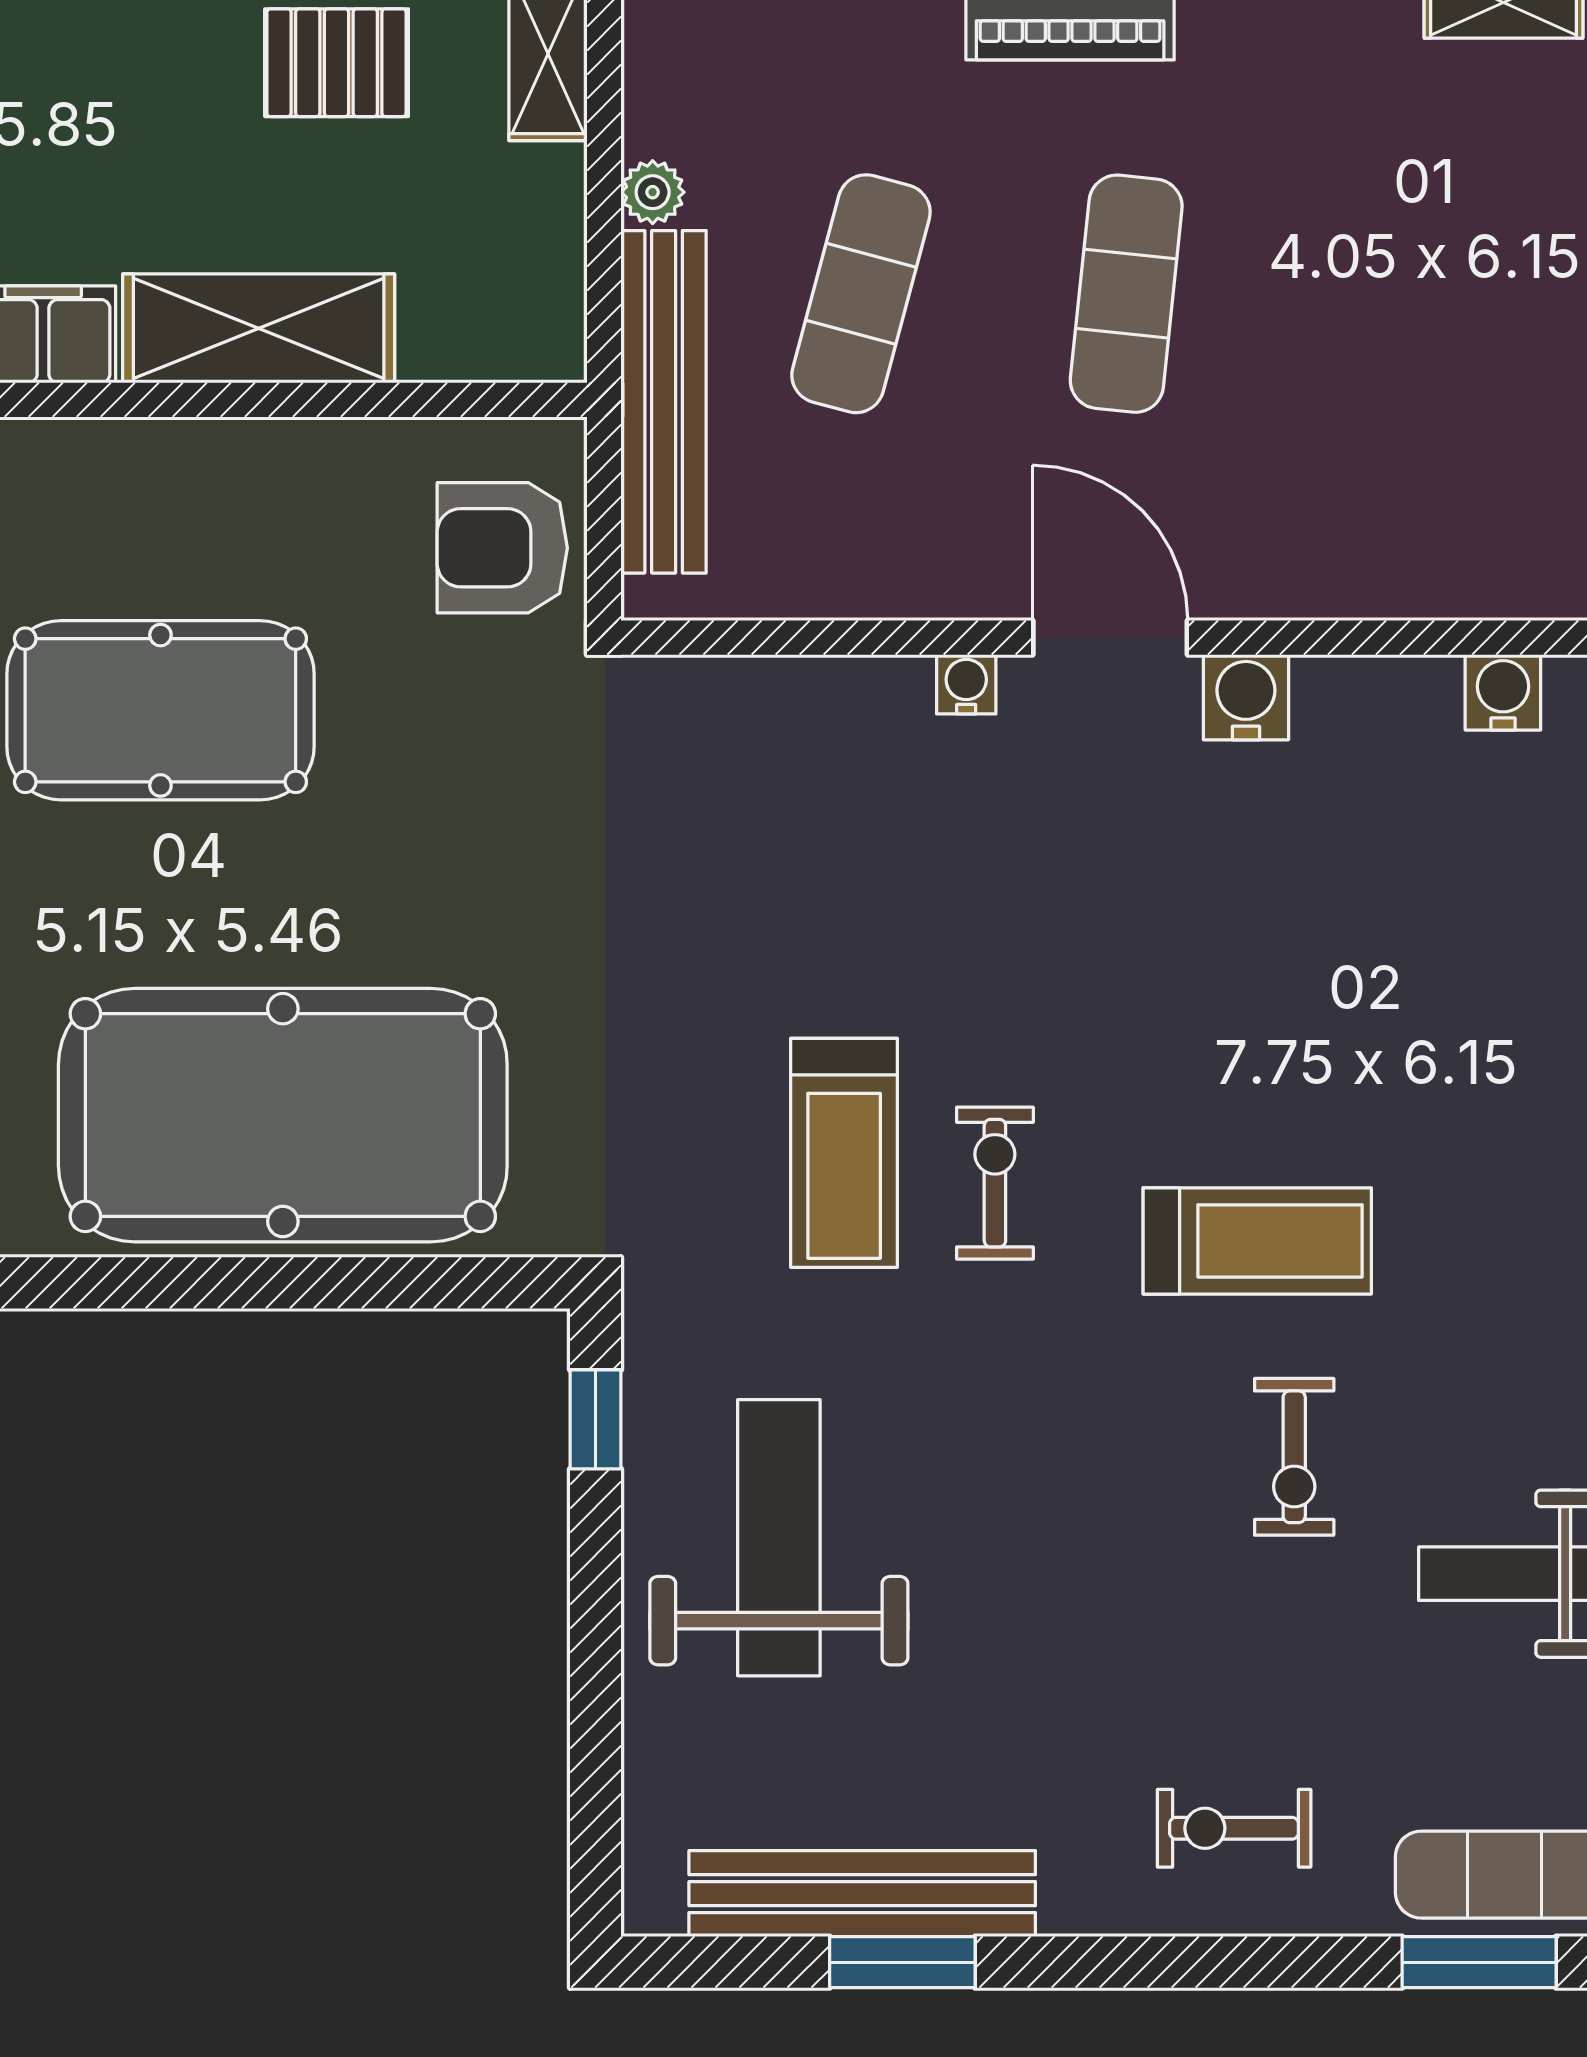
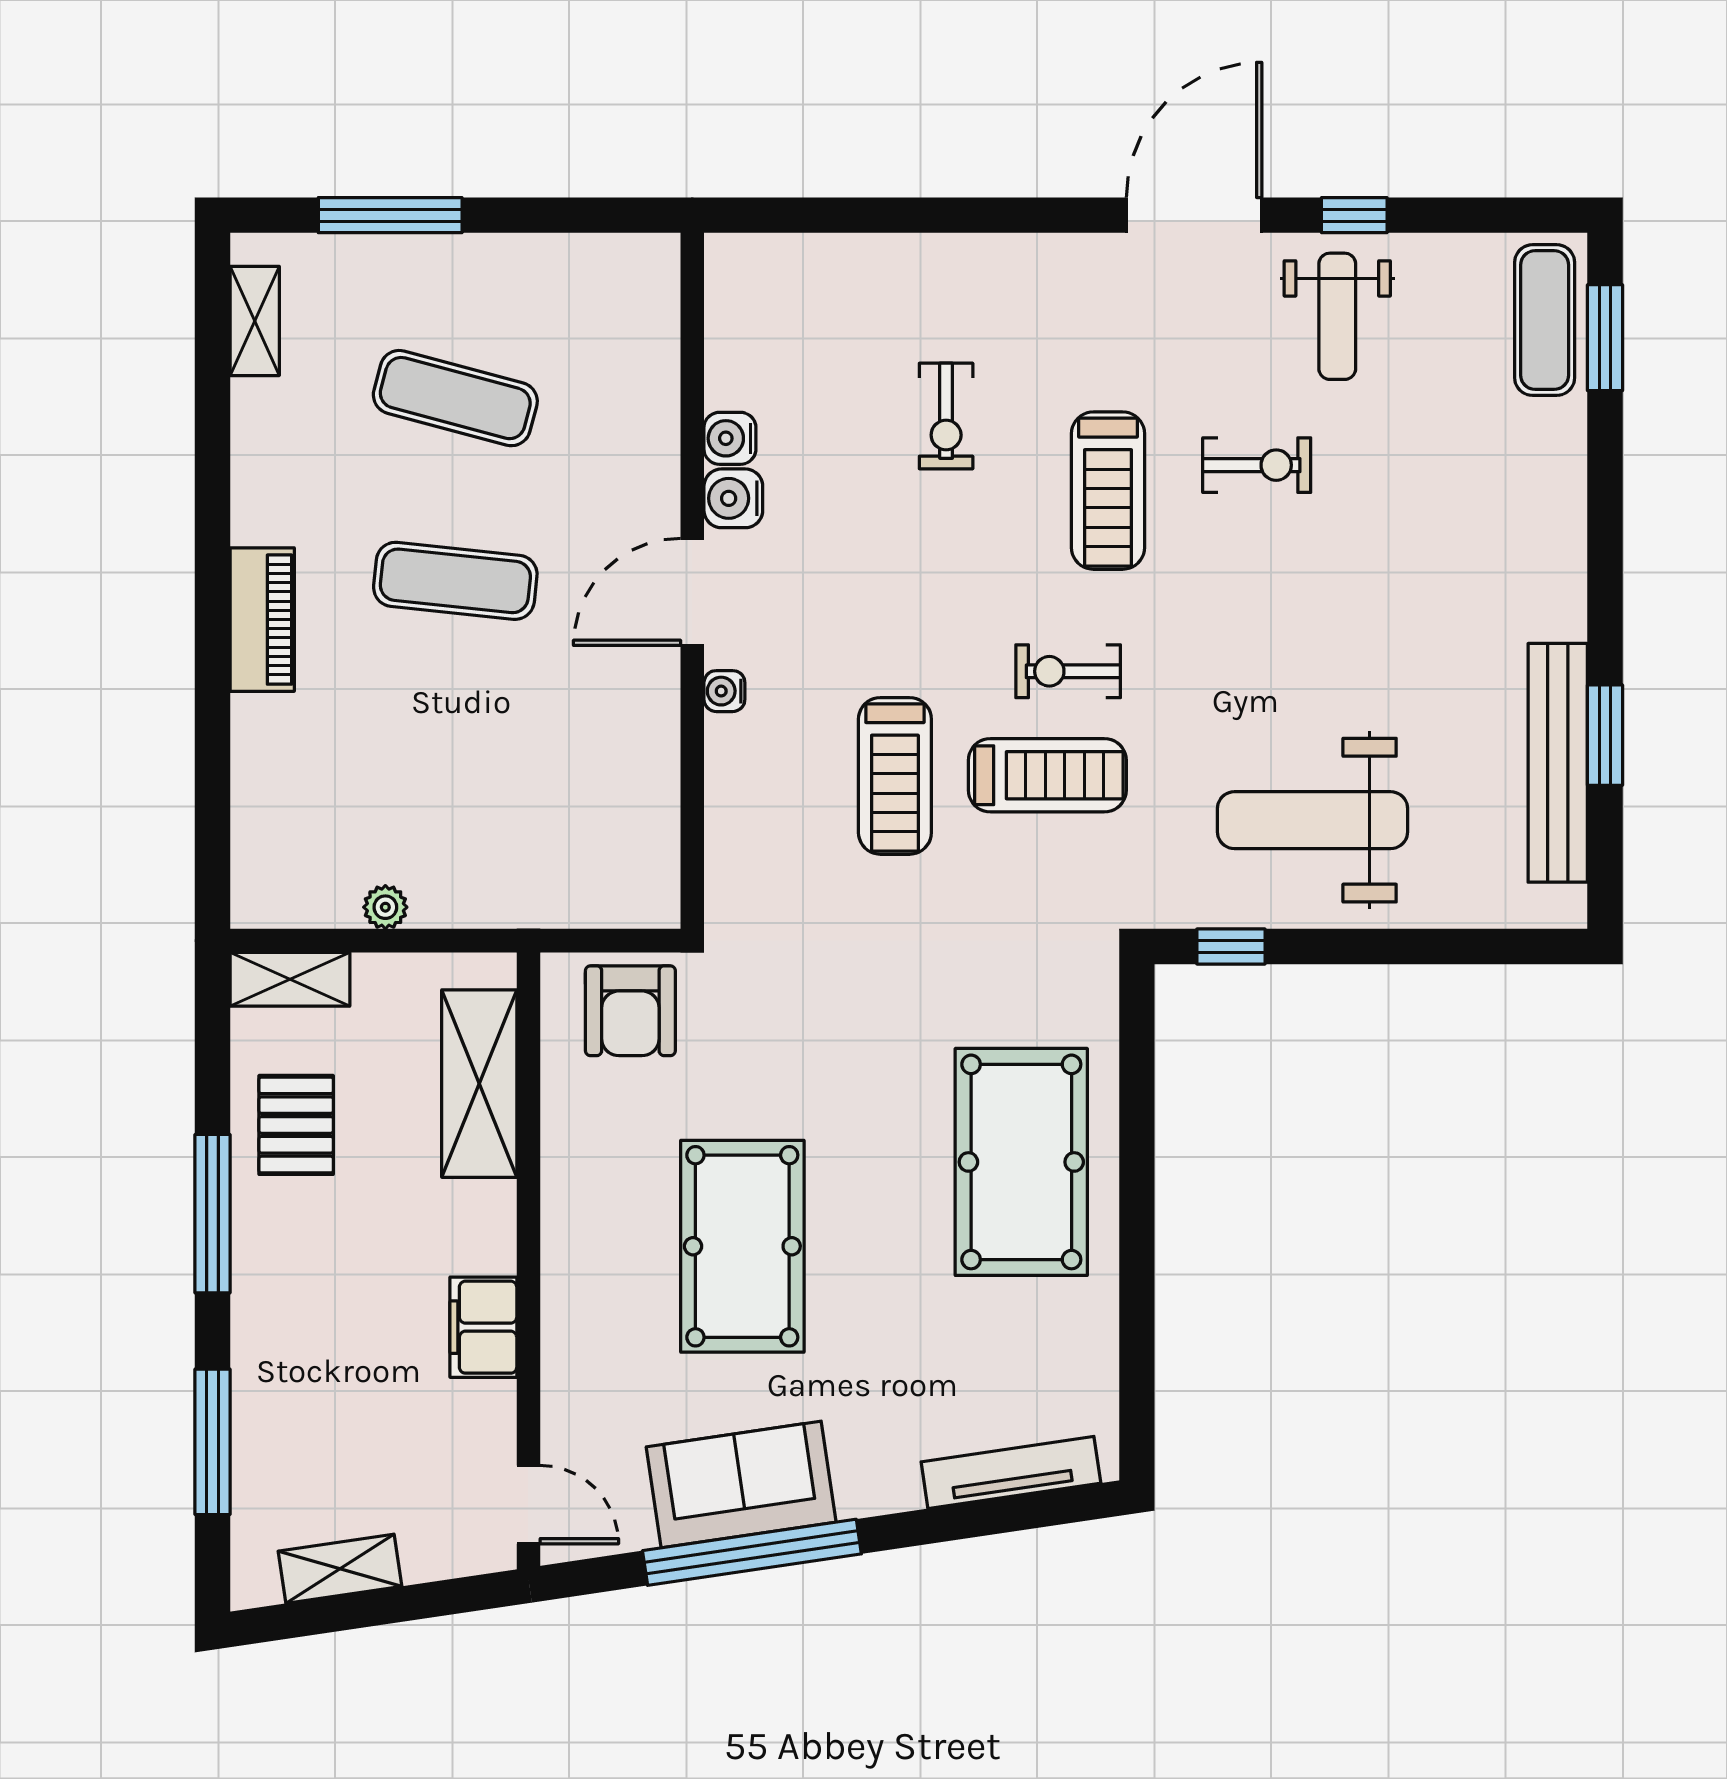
exercise mat: (861, 294) -> (455, 398), moved
shelving: (259, 328) -> (479, 1084), moved
bench: (664, 402) -> (530, 900), removed
water cooler: (1503, 692) -> (730, 438), moved
treadmill: (843, 932) -> (895, 776), added
pool table: (283, 1115) -> (1021, 1162), width x0.73, depth x0.76
treadmill: (1257, 1241) -> (1108, 491), turned 180
exercise bike: (1234, 1828) -> (946, 416), moved

